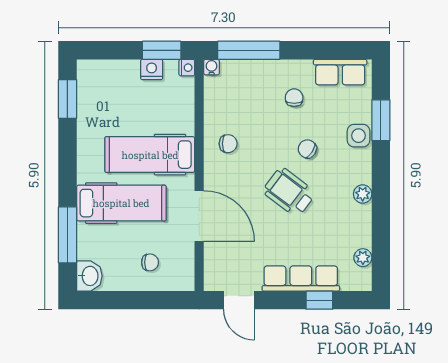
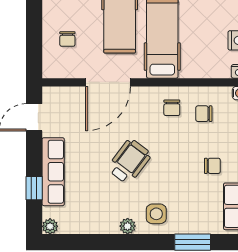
side table: (358, 136) -> (156, 214), moved
chair: (307, 149) -> (204, 114), moved, turned -123
plant: (363, 258) -> (50, 226), moved

